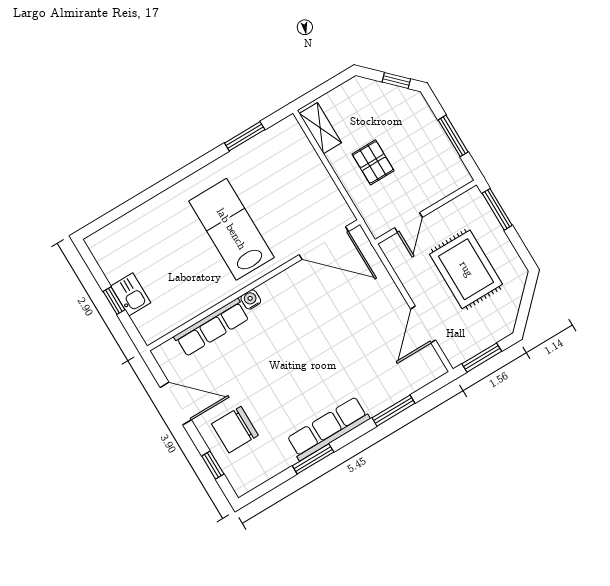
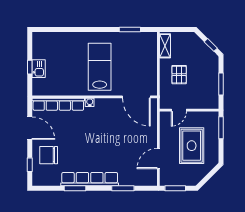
row of seats: (212, 327) -> (58, 104), width x1.36
row of seats: (328, 429) -> (90, 179), width x1.36

